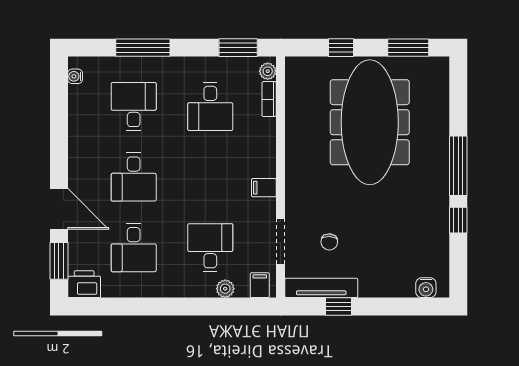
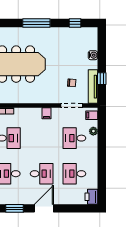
door: (59, 209) -> (44, 208), moved
window: (458, 220) -> (75, 23), moved
desk: (134, 248) -> (74, 174), turned 180
window: (59, 261) -> (15, 208), moved
water cooler: (426, 288) -> (93, 55), moved

